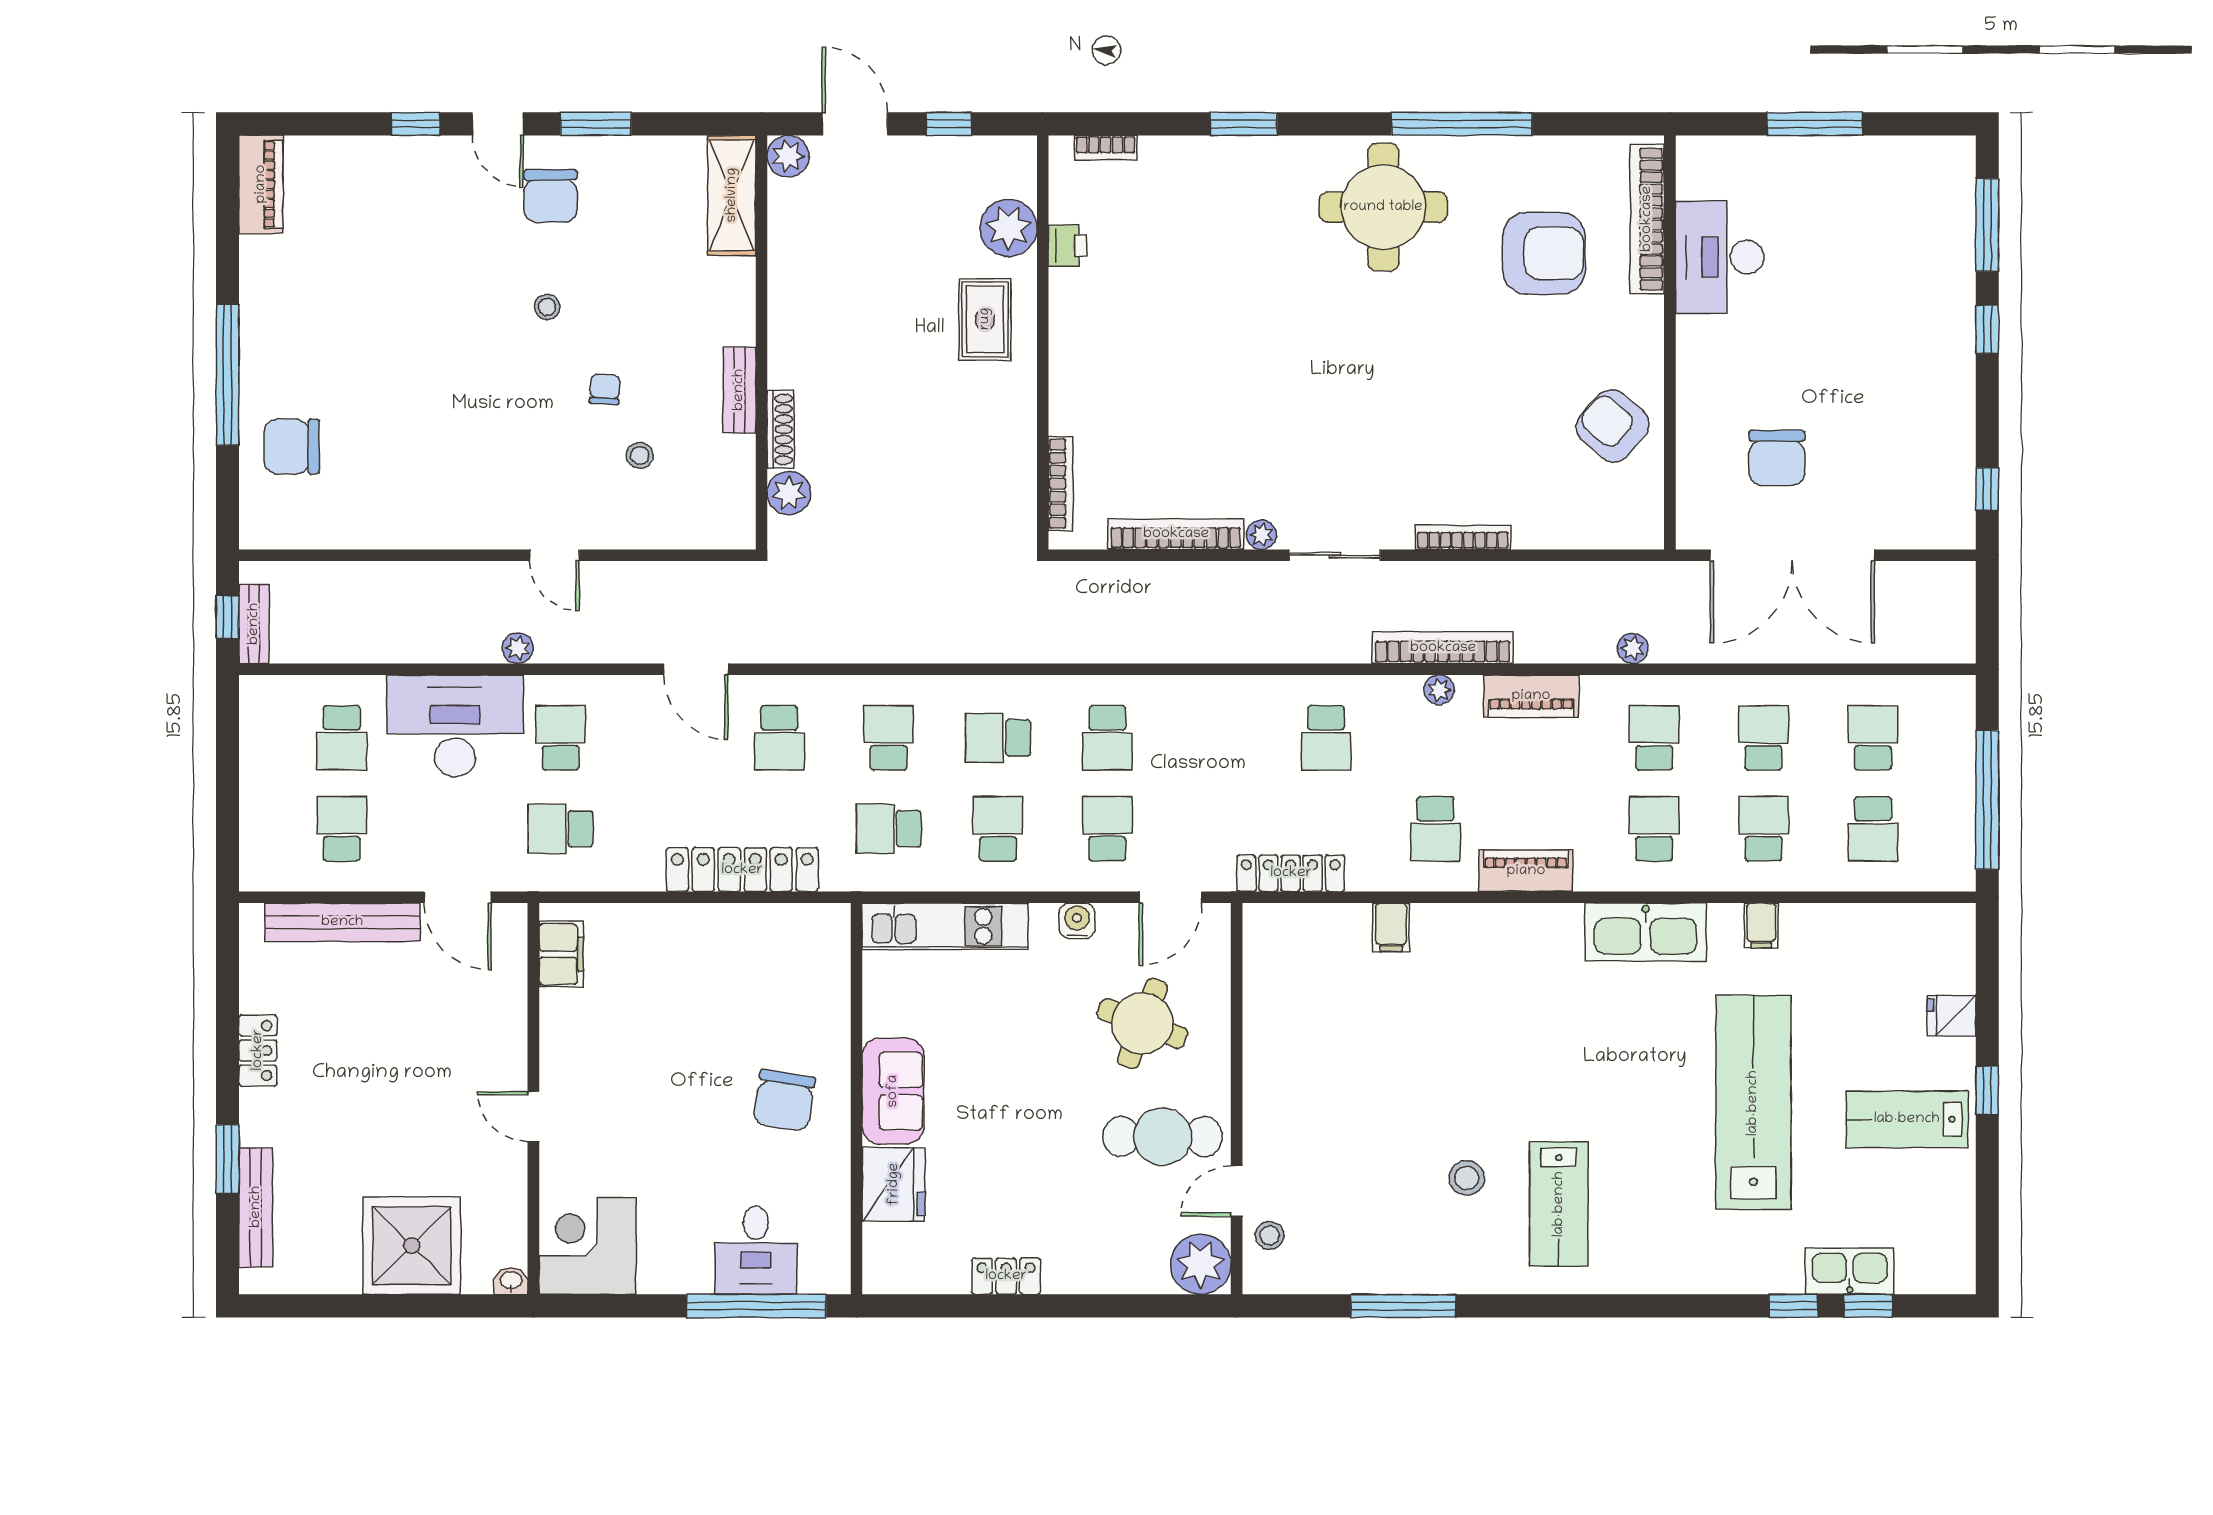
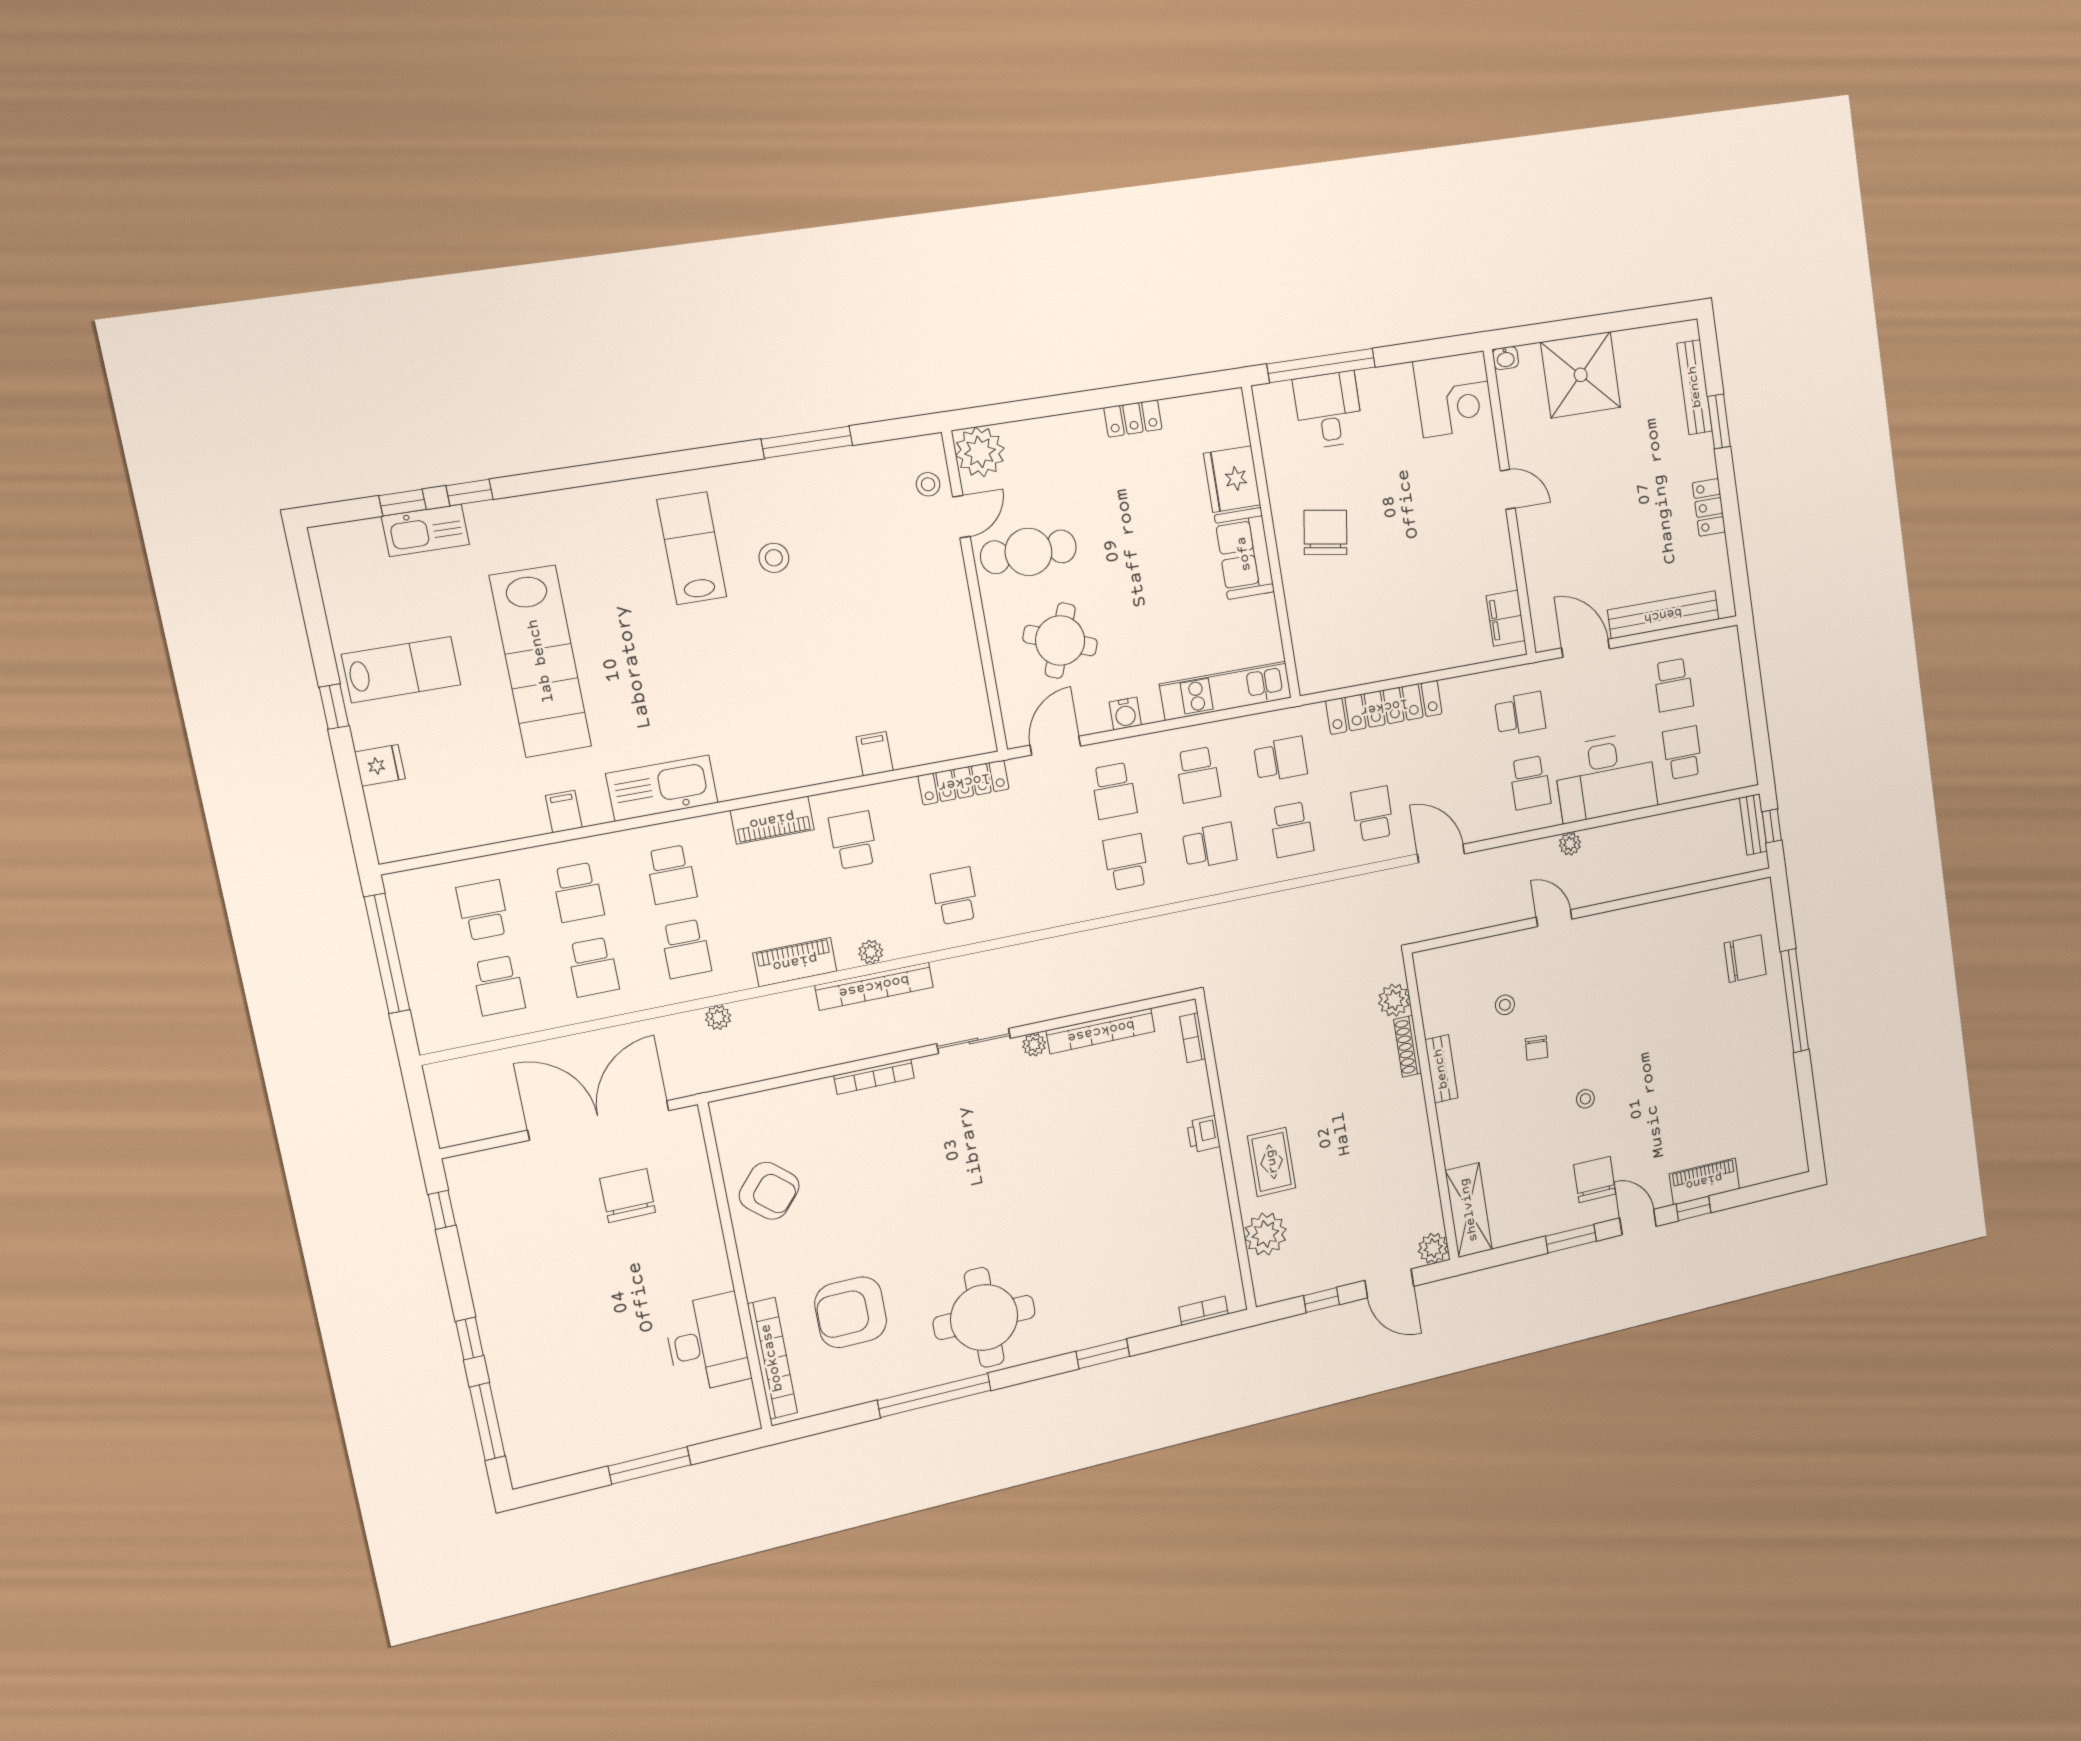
piano: (261, 184) -> (1704, 1181), moved, turned 90
printer: (1067, 246) -> (1203, 1134), moved
bookcase: (1061, 484) -> (1193, 1038), width x0.64

